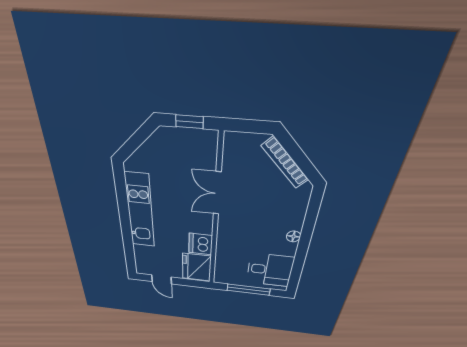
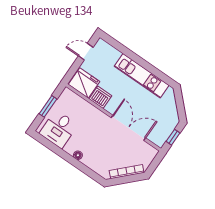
double door: (217, 193) -> (128, 128), width x1.37
window: (248, 290) -> (48, 106), width x0.69

